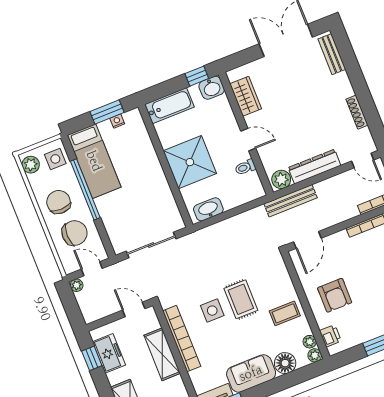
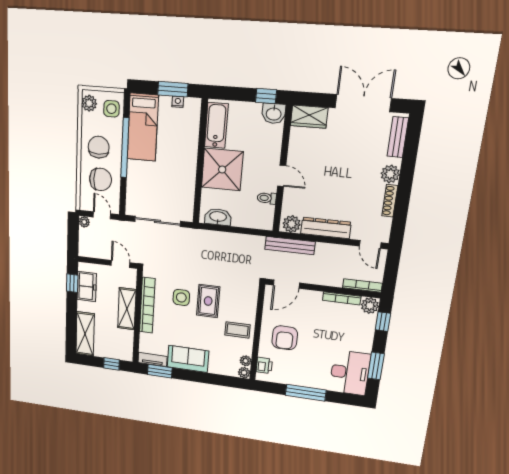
plant: (344, 89) -> (390, 174), added
wardrobe: (246, 96) -> (309, 117), moved, turned 90
bathtub: (169, 106) -> (216, 125), moved, turned -90
floor lamp: (285, 363) -> (218, 366), removed

